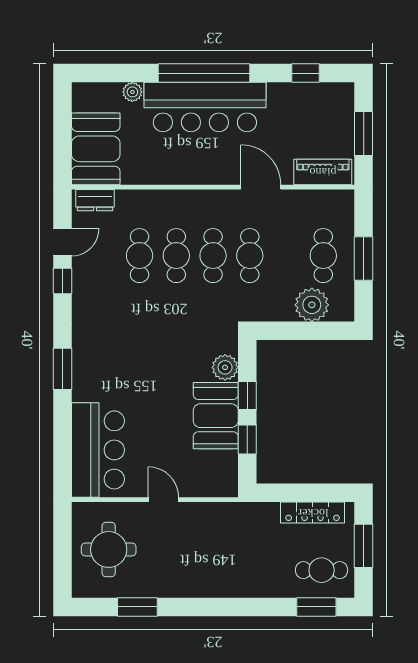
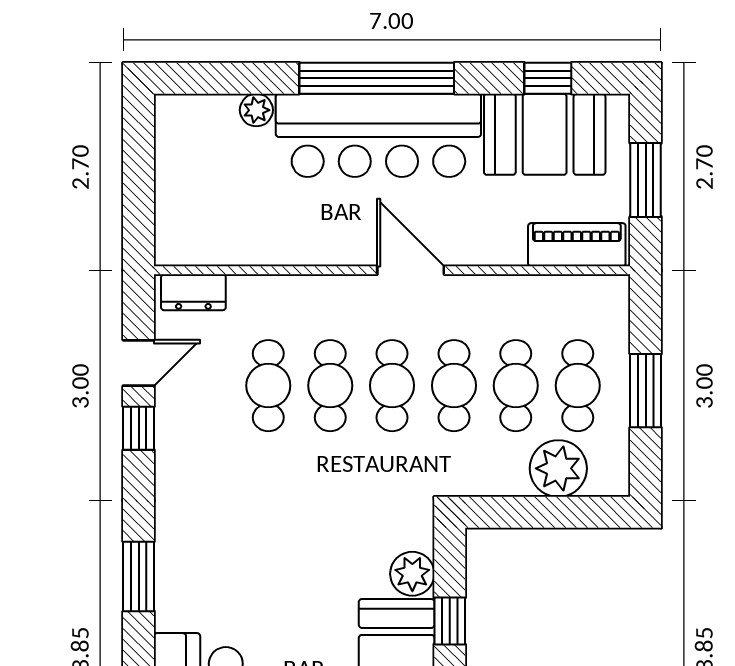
booth: (96, 149) -> (545, 134), moved, turned 90
door: (261, 187) -> (411, 270), moved
cafe table: (287, 256) -> (516, 386), added

